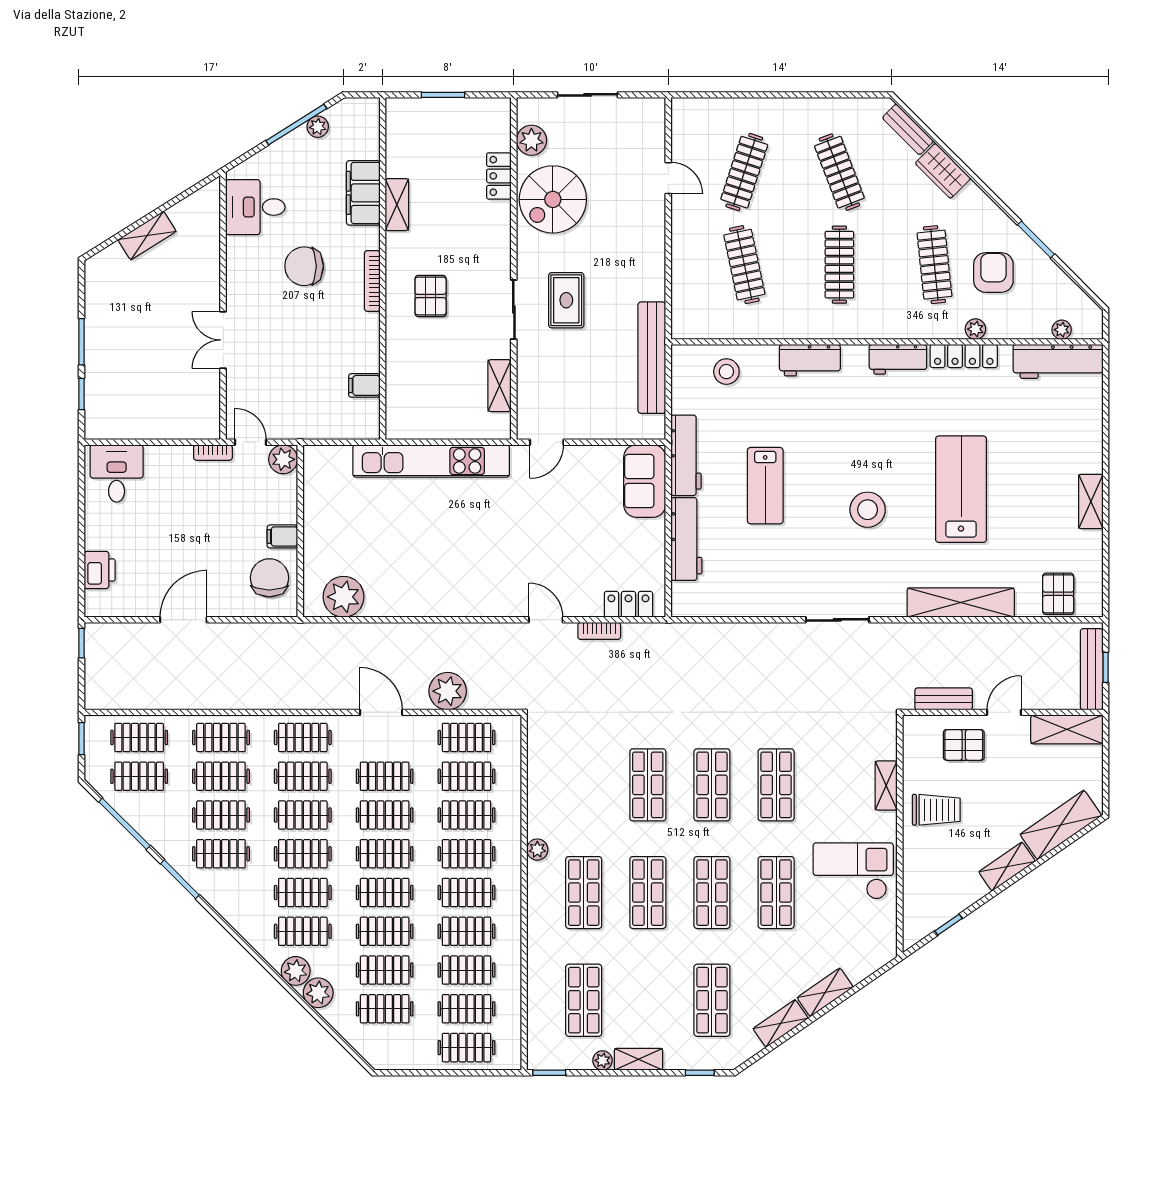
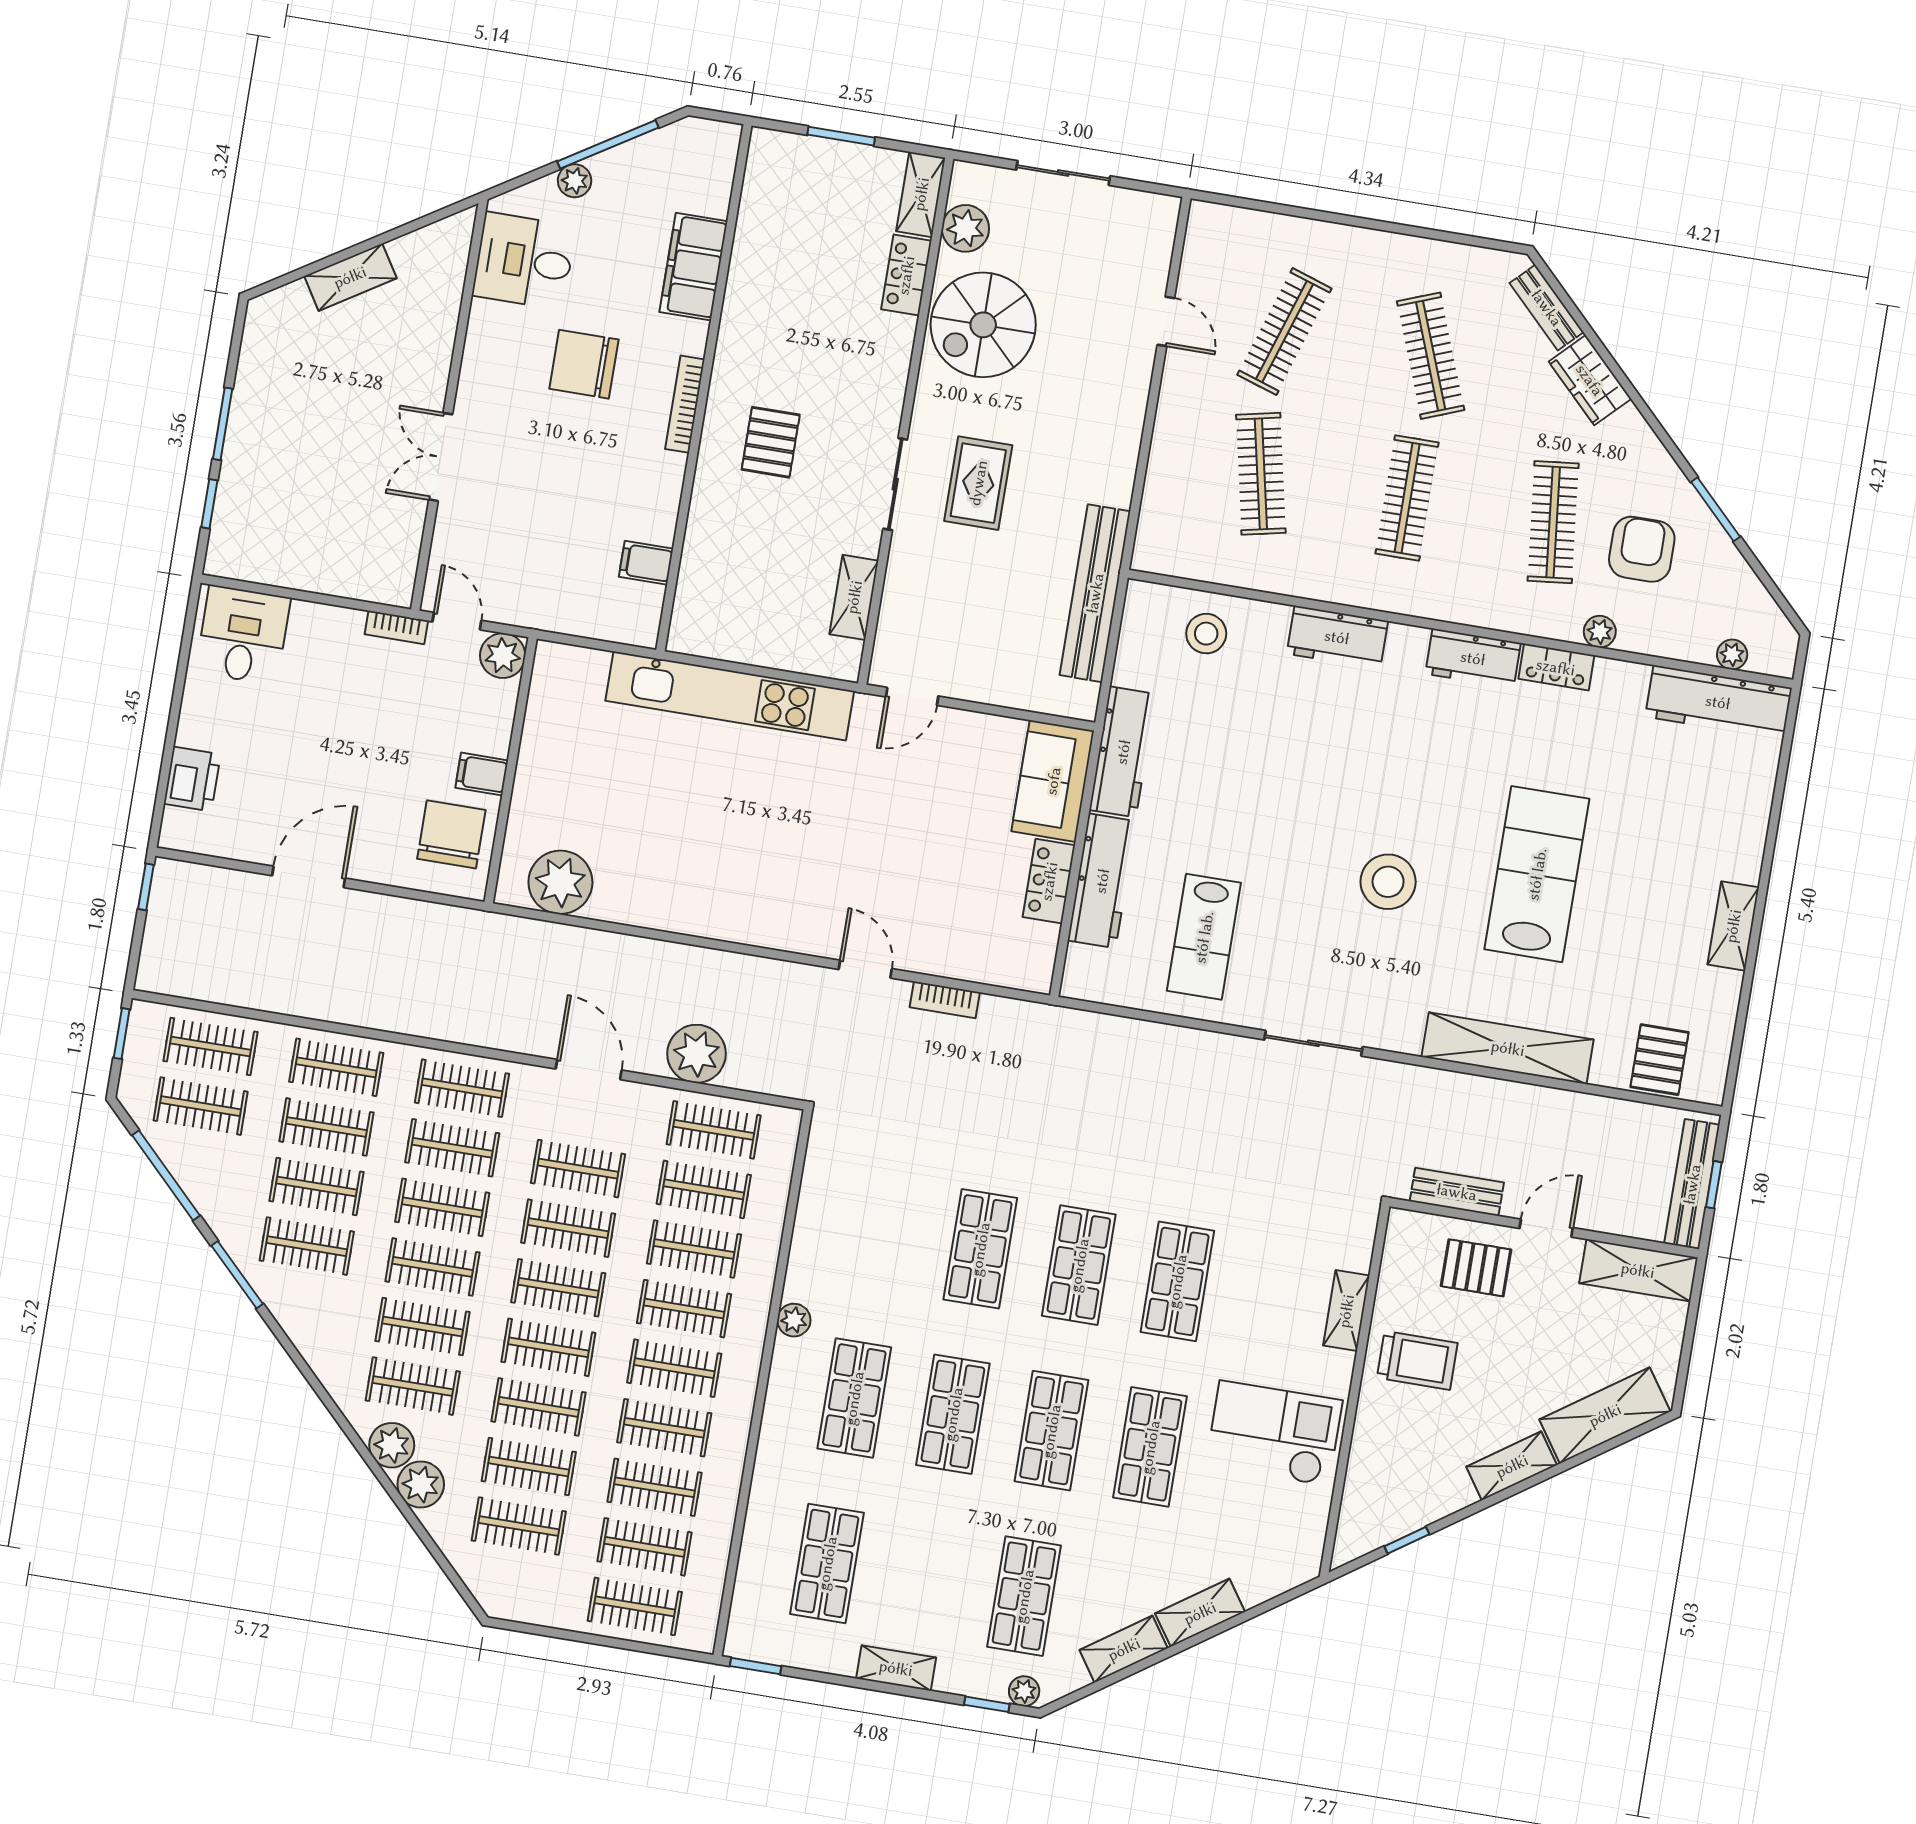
plant: (318, 127) -> (575, 181), moved
shelving: (397, 205) -> (921, 194), moved
locker: (964, 356) -> (1556, 667), width x0.66
lab bench: (765, 486) -> (1204, 937), moved
locker: (628, 604) -> (1049, 881), moved, turned -90
plant: (603, 1060) -> (1024, 1691), moved

